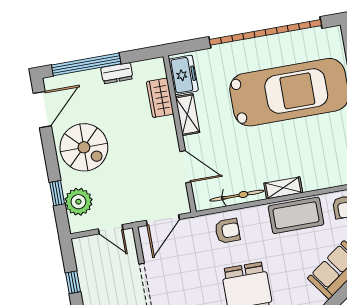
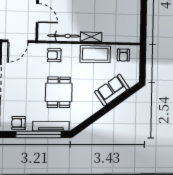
armchair: (227, 231) -> (54, 55), turned 180

